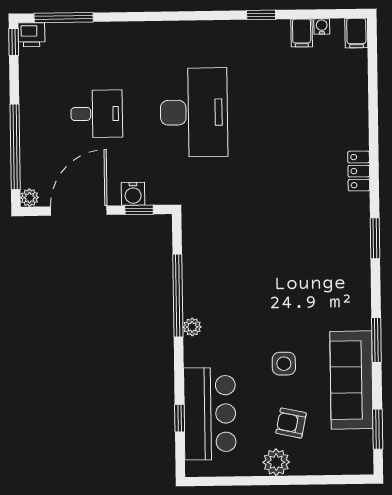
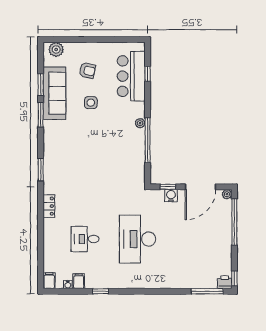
desk: (97, 114) -> (85, 239), moved
window: (378, 429) -> (41, 85), moved
plant: (276, 462) -> (56, 49), moved

